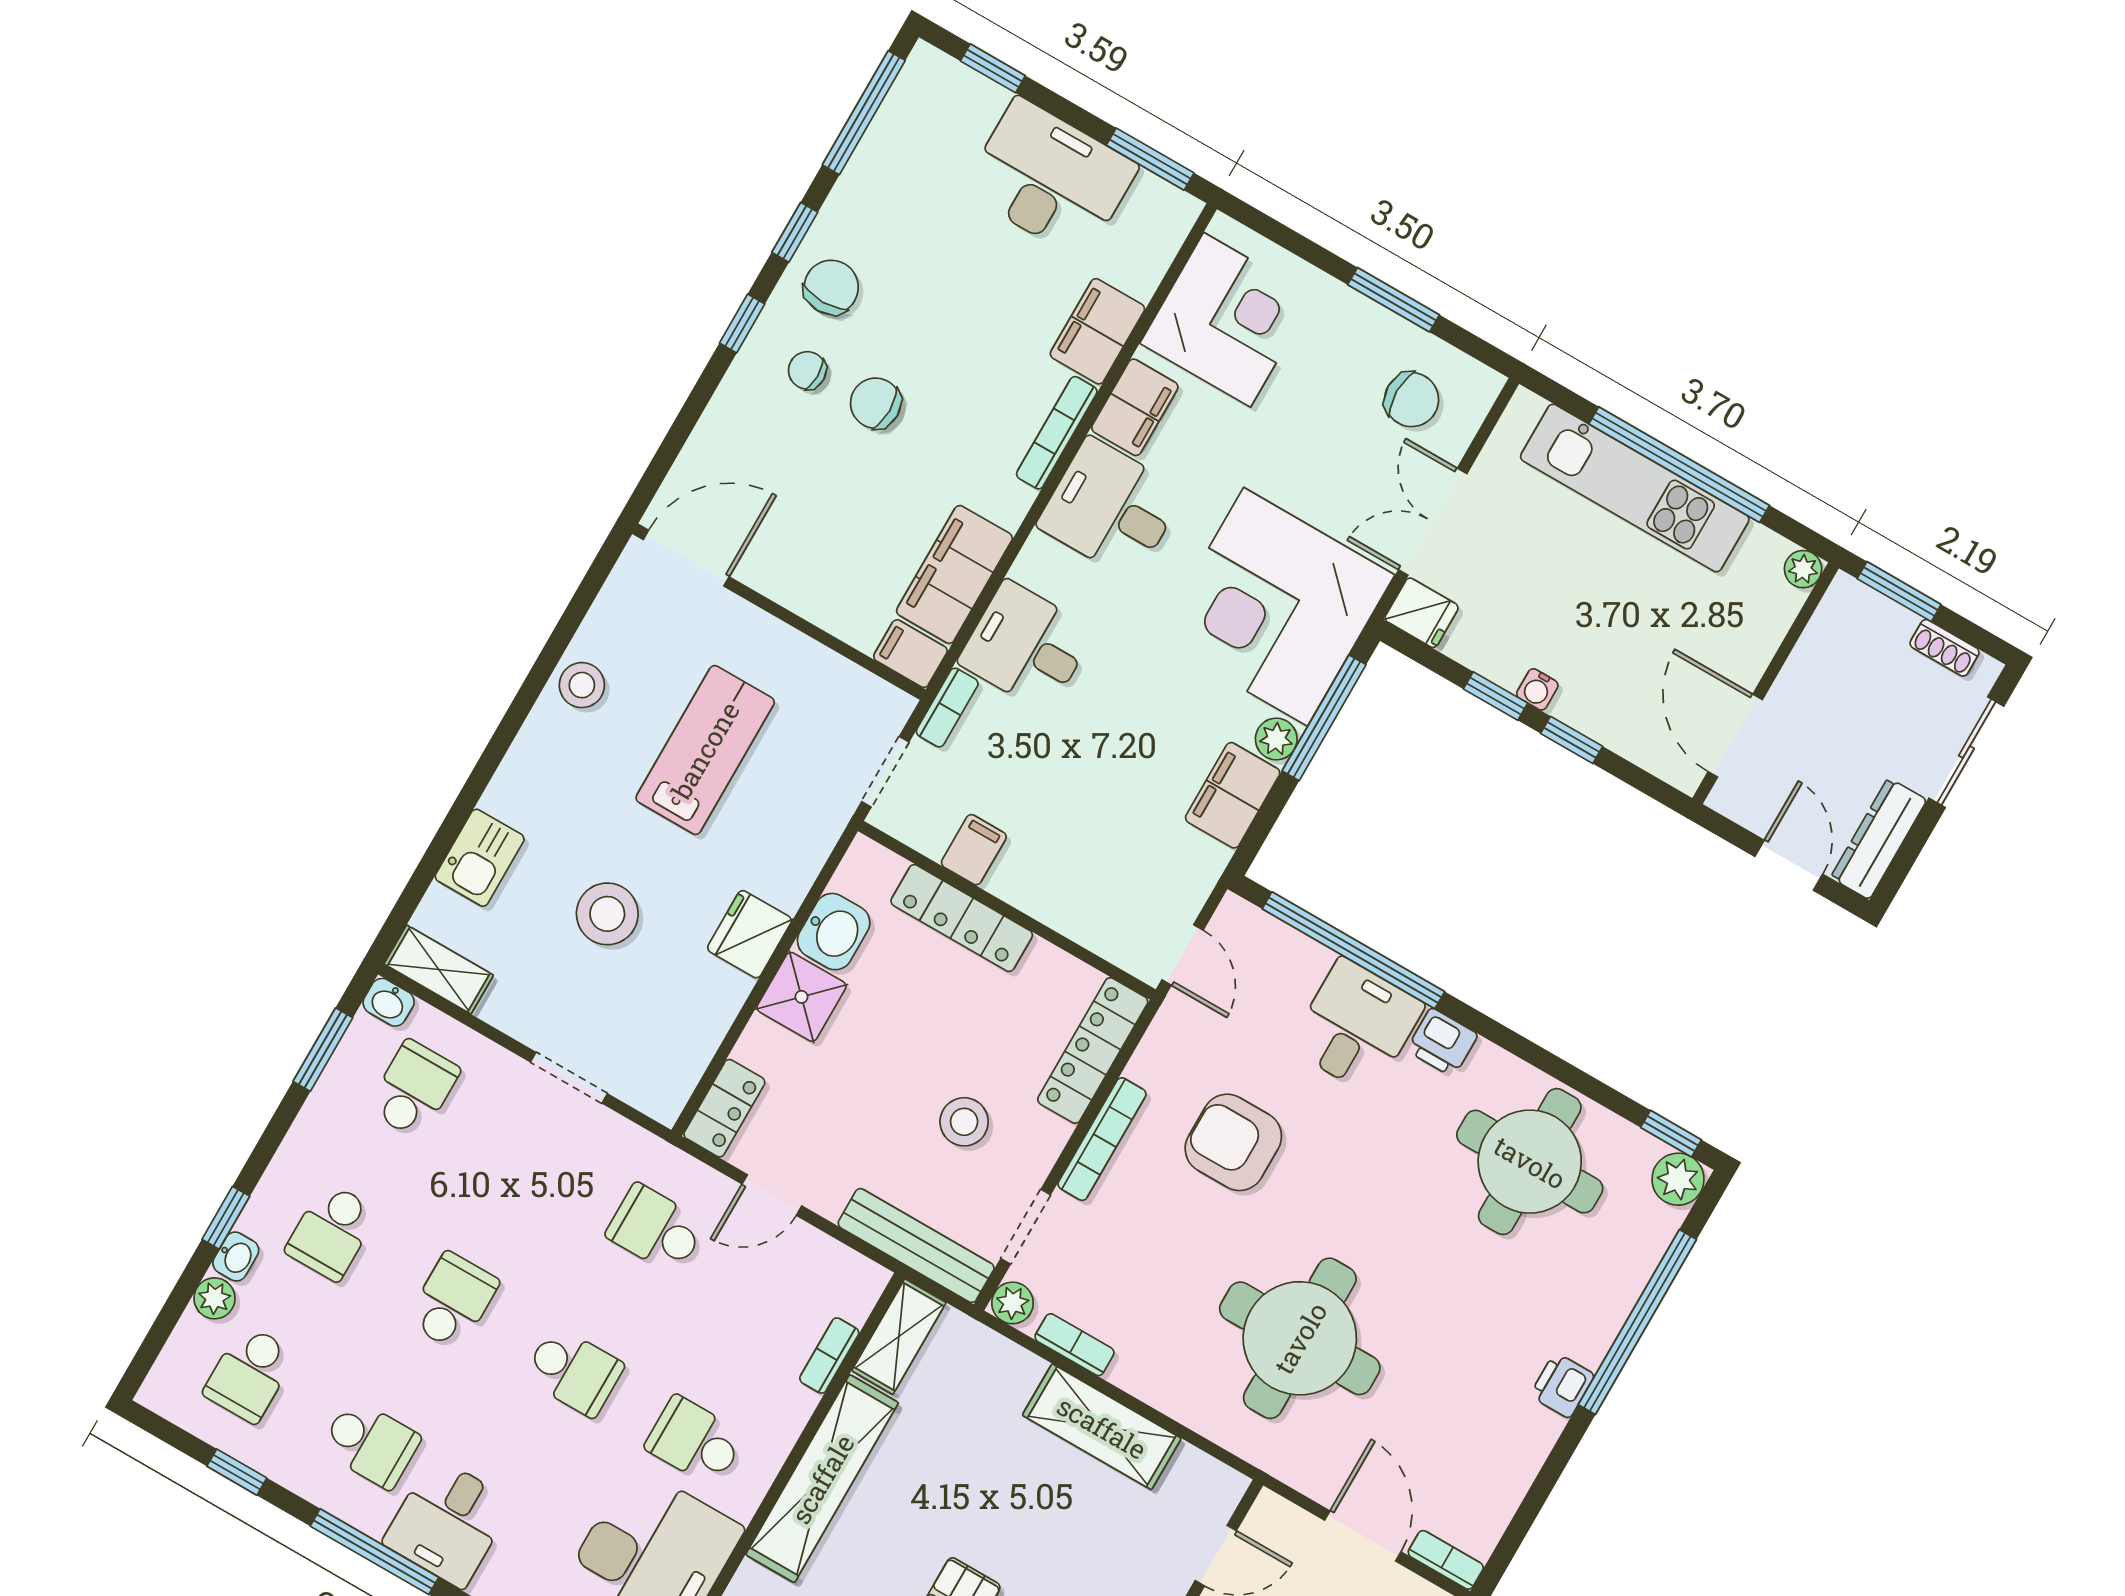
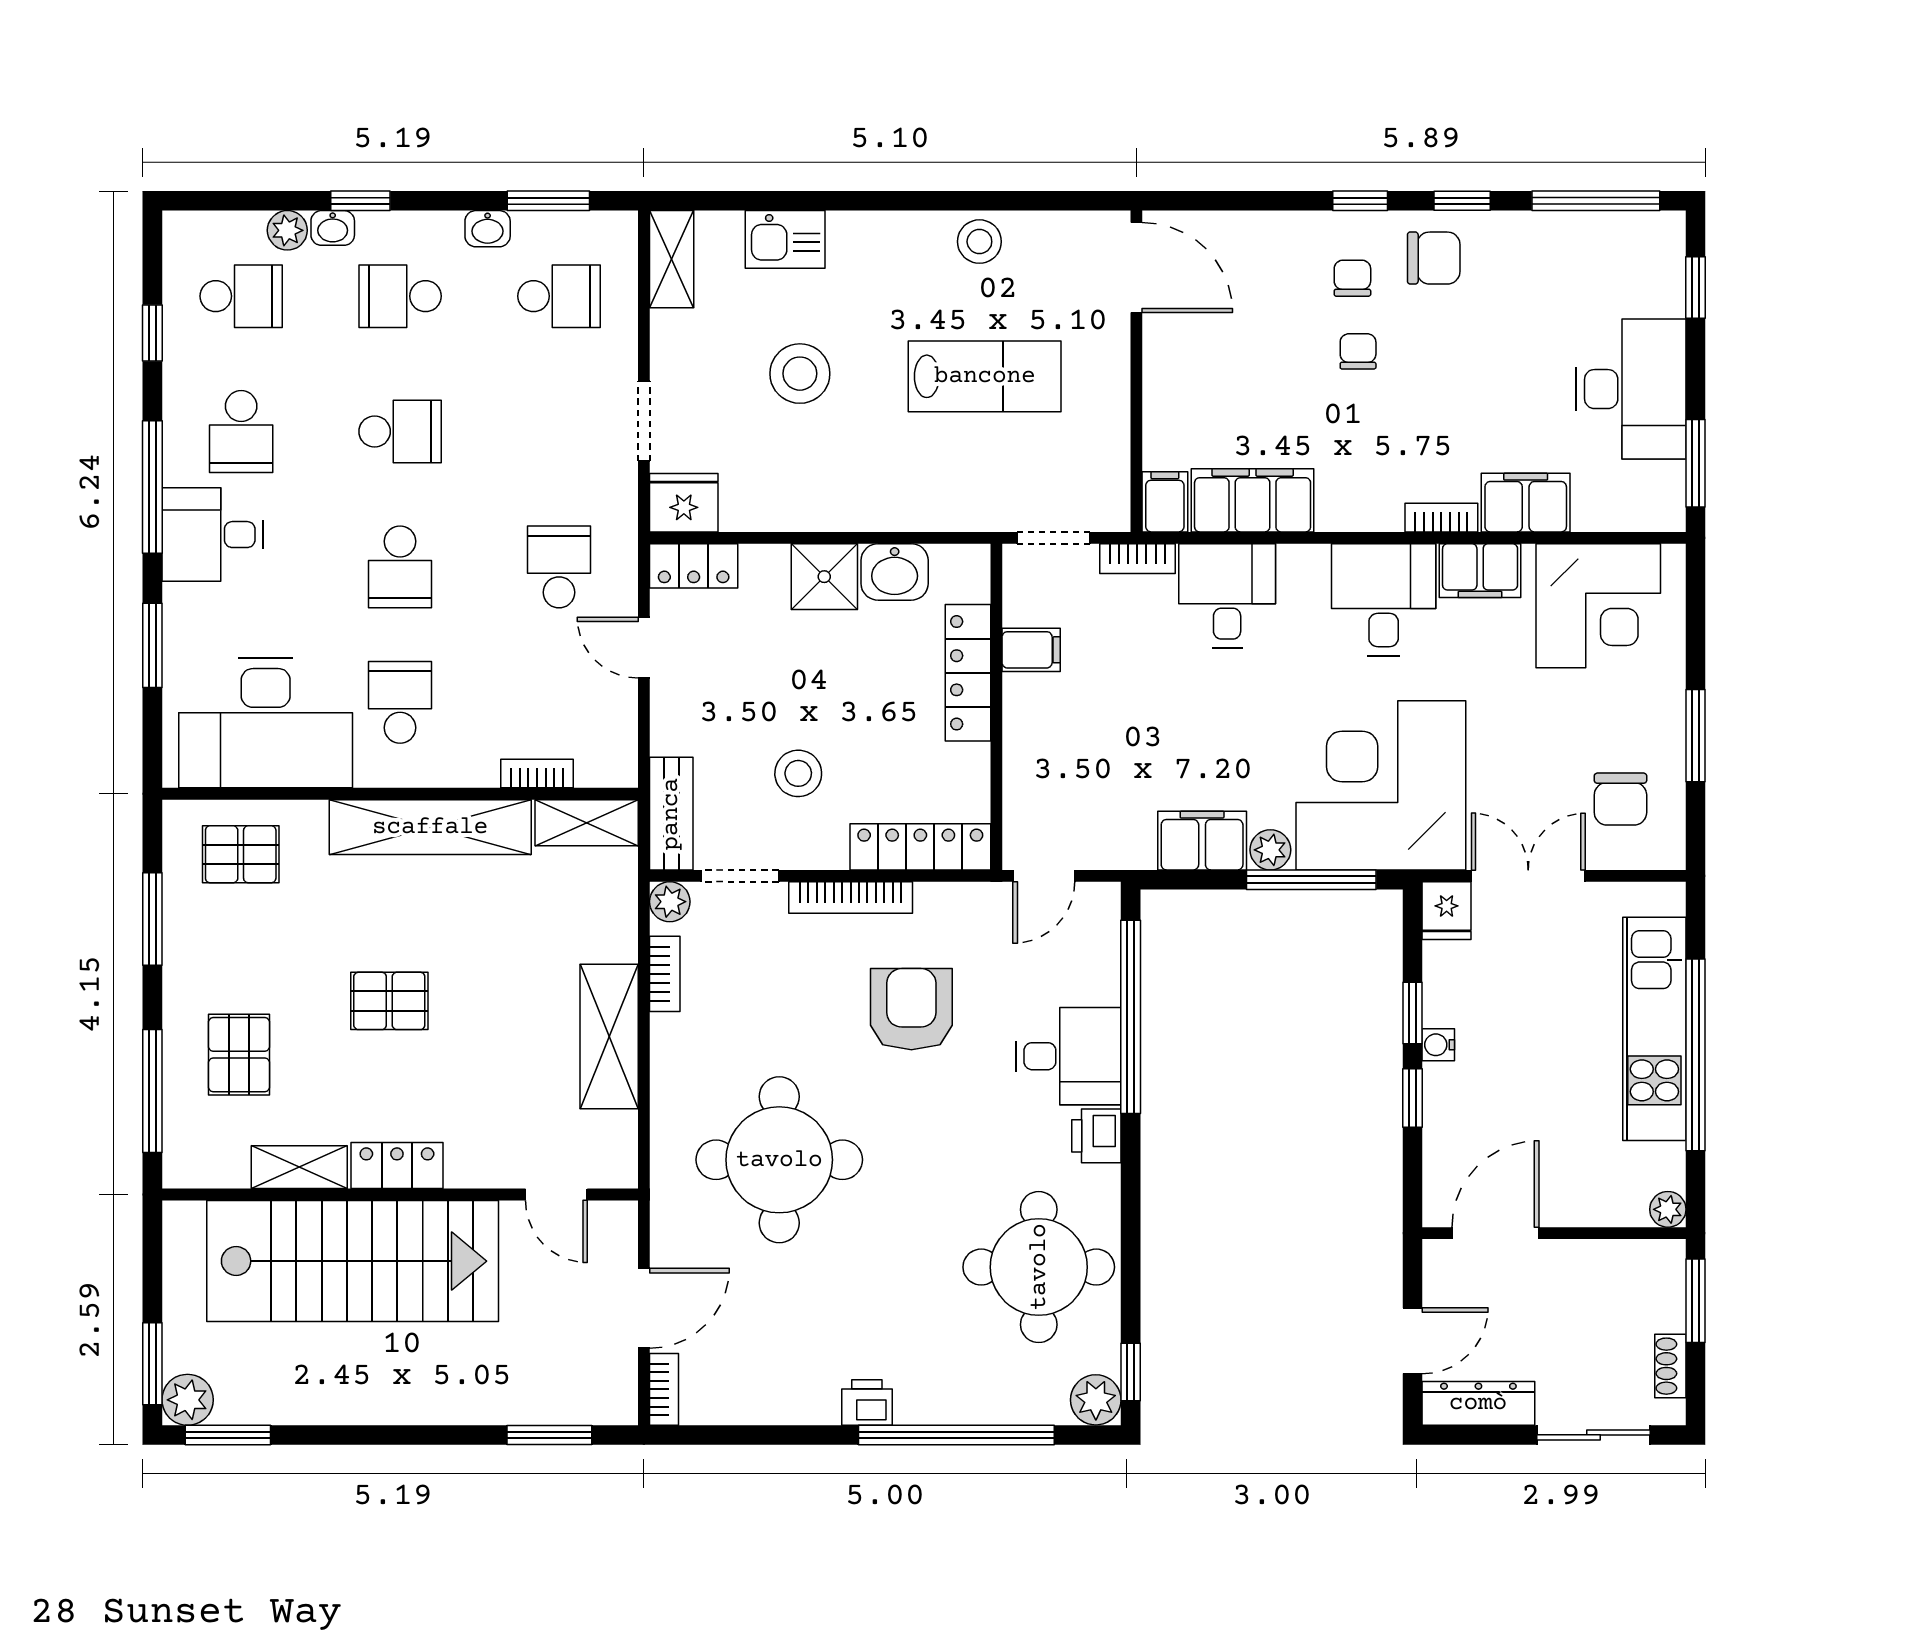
chair: (876, 403) -> (1358, 351), width x0.73, depth x0.73
bookcase: (1057, 433) -> (1441, 518), width x0.64
fridge: (750, 934) -> (684, 503), moved
washbasin: (389, 1002) -> (488, 229), moved, turned -90
bench: (916, 1246) -> (671, 814), width x0.73
school desk: (250, 1374) -> (241, 296), turned 180

